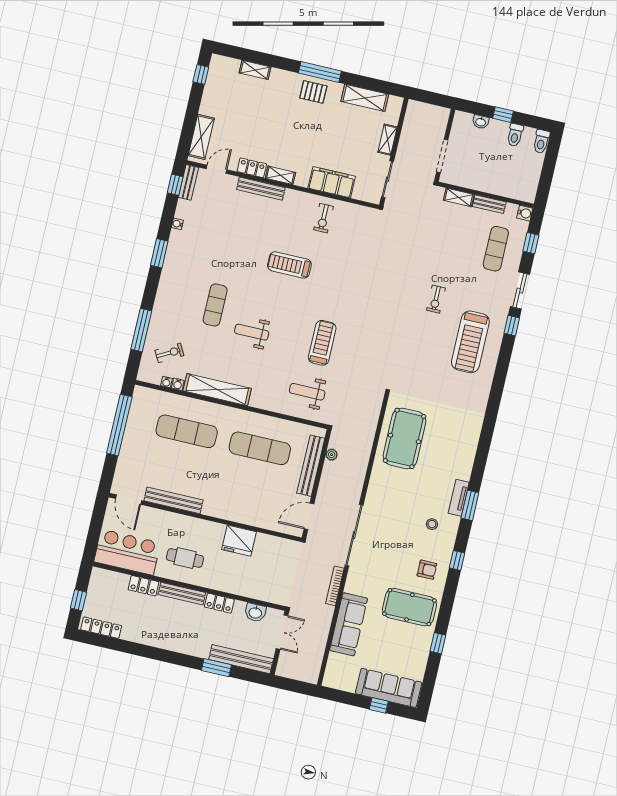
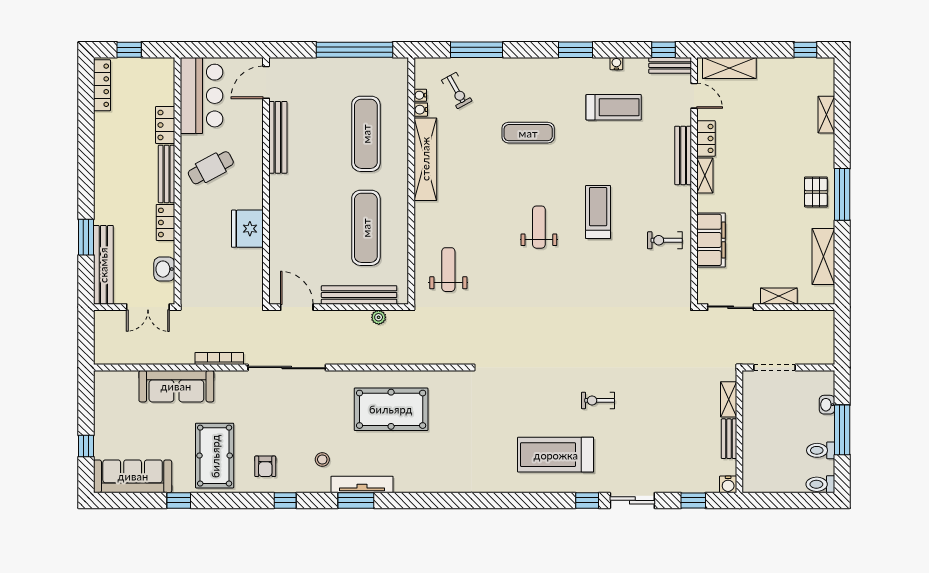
window: (503, 115) -> (842, 430), width x2.17
exercise mat: (496, 249) -> (676, 459), removed
weight bench: (252, 332) -> (539, 227), moved
treadmill: (322, 343) -> (614, 107), moved
pool table: (404, 438) -> (391, 409), moved
tv unit: (459, 498) -> (362, 485), width x1.41
cafe table: (185, 558) -> (211, 168), turned 62
sofa: (389, 688) -> (133, 476), moved, turned -90

